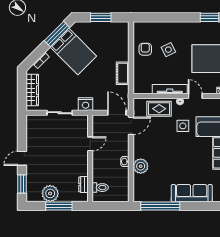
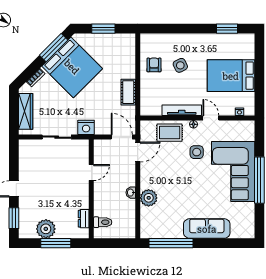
bed: (73, 52) -> (72, 67), width x1.36

